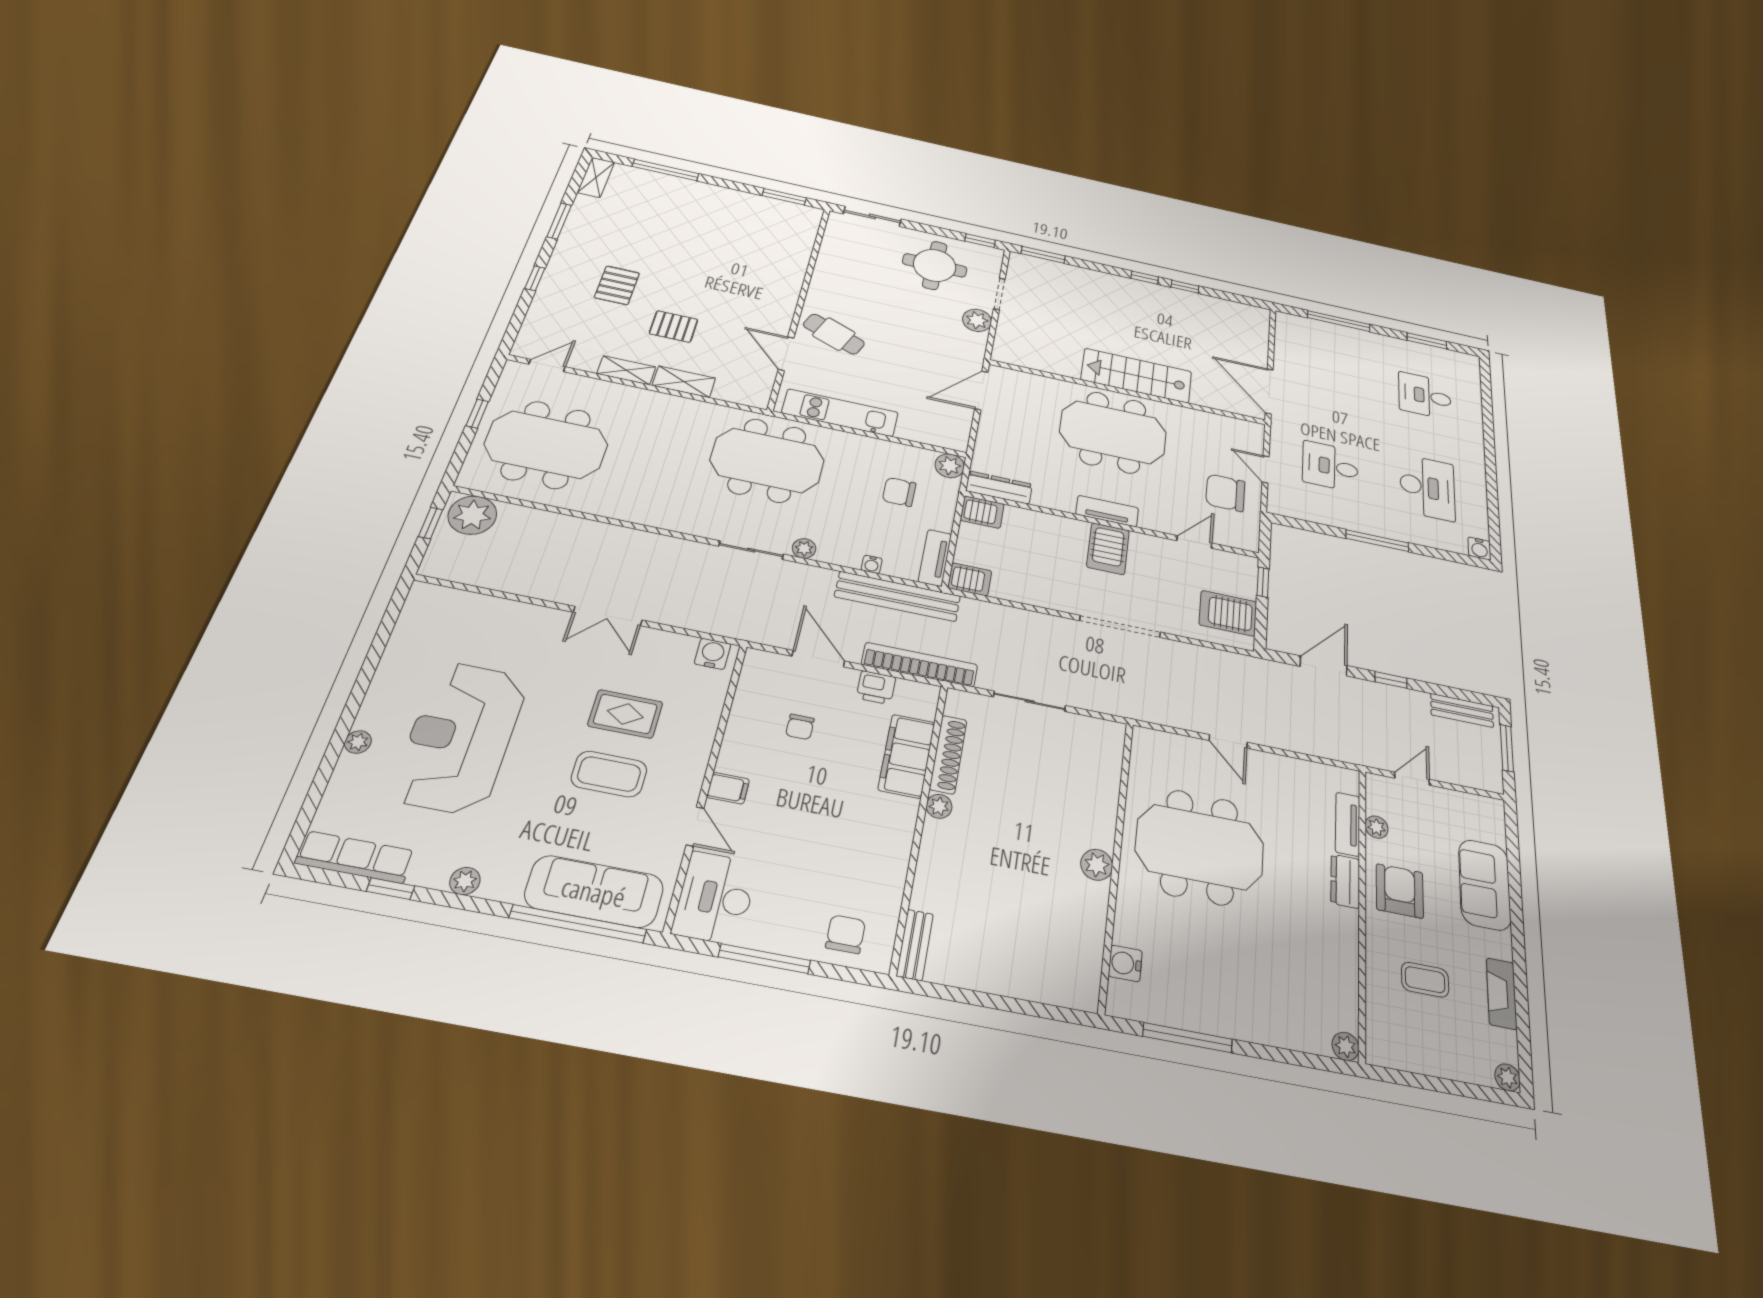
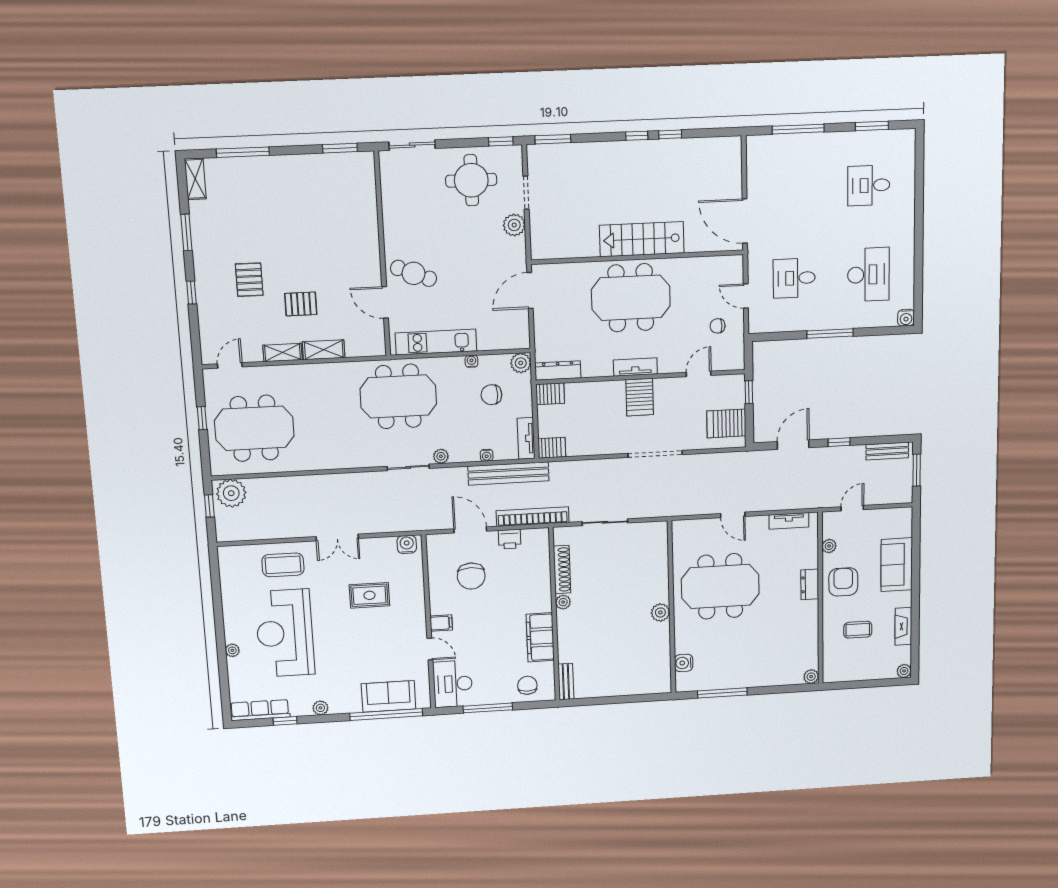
water cooler: (882, 446) -> (472, 361), added
chair: (1225, 493) -> (718, 326), width x0.54, depth x0.54
chair: (800, 727) -> (471, 576), width x1.87, depth x1.87
filing cabinet: (907, 756) -> (540, 637), moved
coffee table: (609, 774) -> (283, 565), moved
tv unit: (1348, 824) -> (789, 521), moved, turned -90
sofa: (594, 891) -> (388, 696), width x0.73

